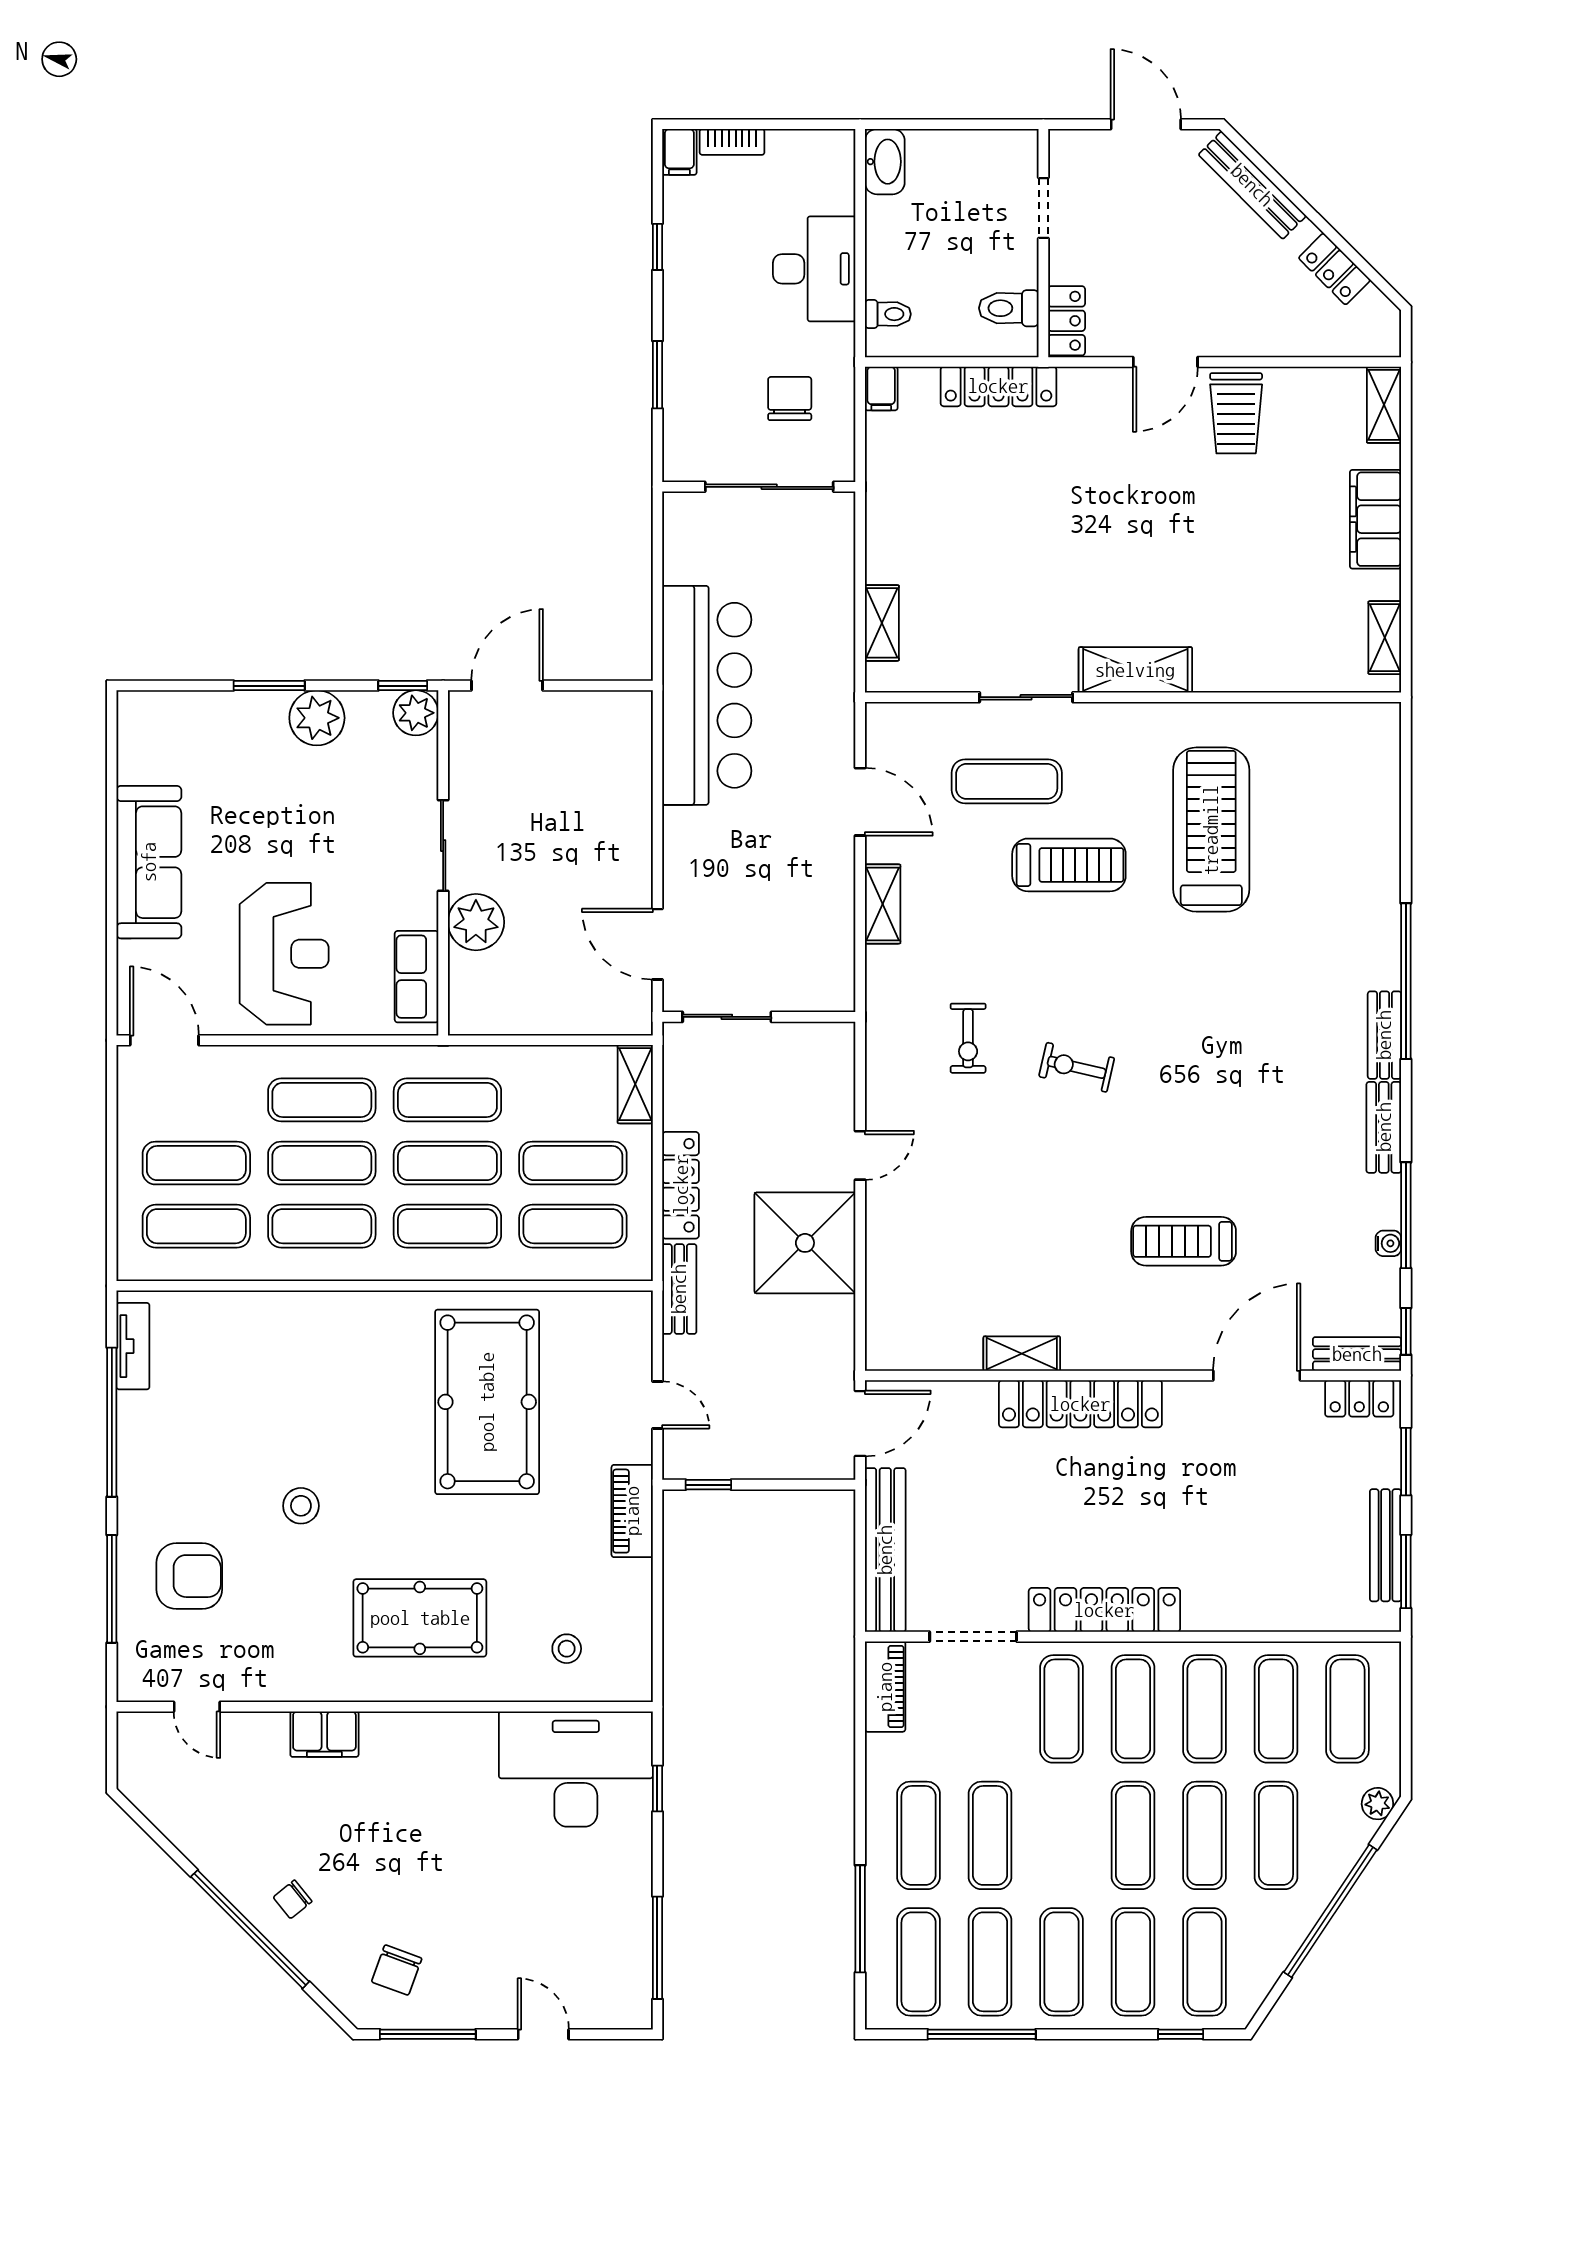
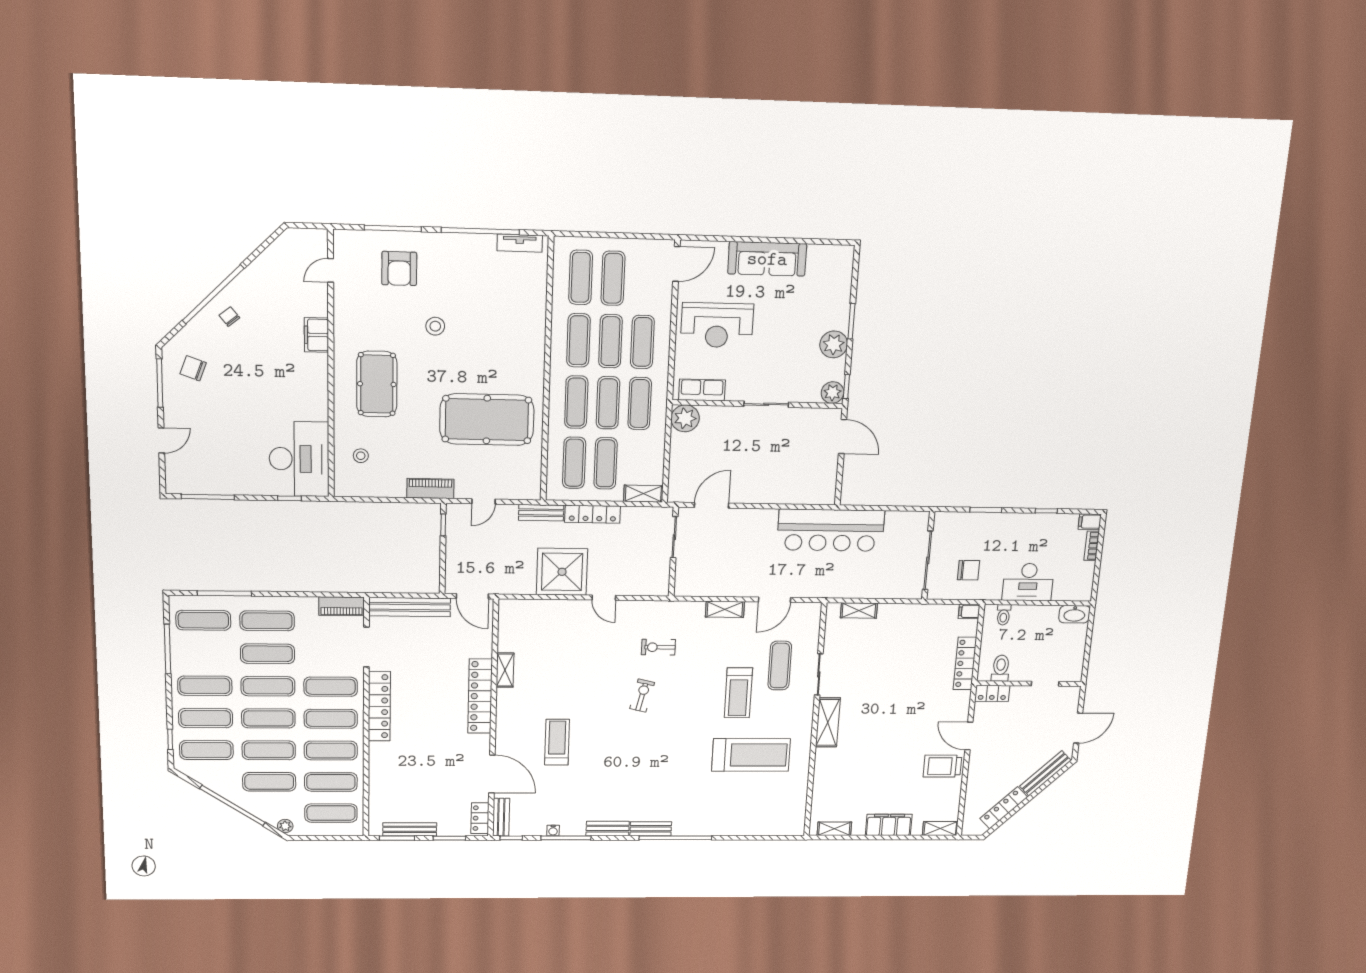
locker: (1334, 269) -> (1004, 808), width x1.53
plant: (476, 922) -> (685, 418), moved
exercise mat: (990, 1962) -> (268, 686), moved

